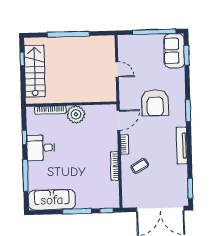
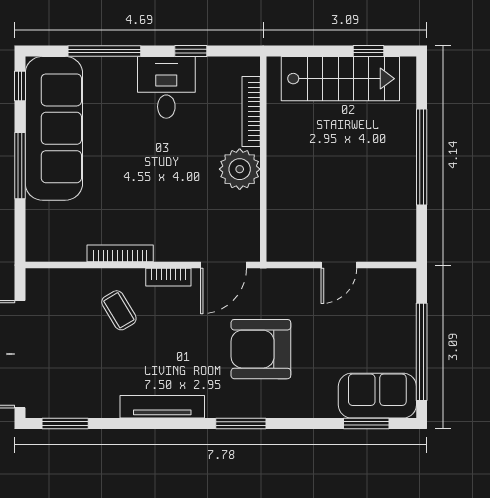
door: (118, 120) -> (223, 265), hinge flipped
sofa: (52, 200) -> (54, 128), width x1.36, depth x1.27
window: (106, 210) -> (20, 86), moved

